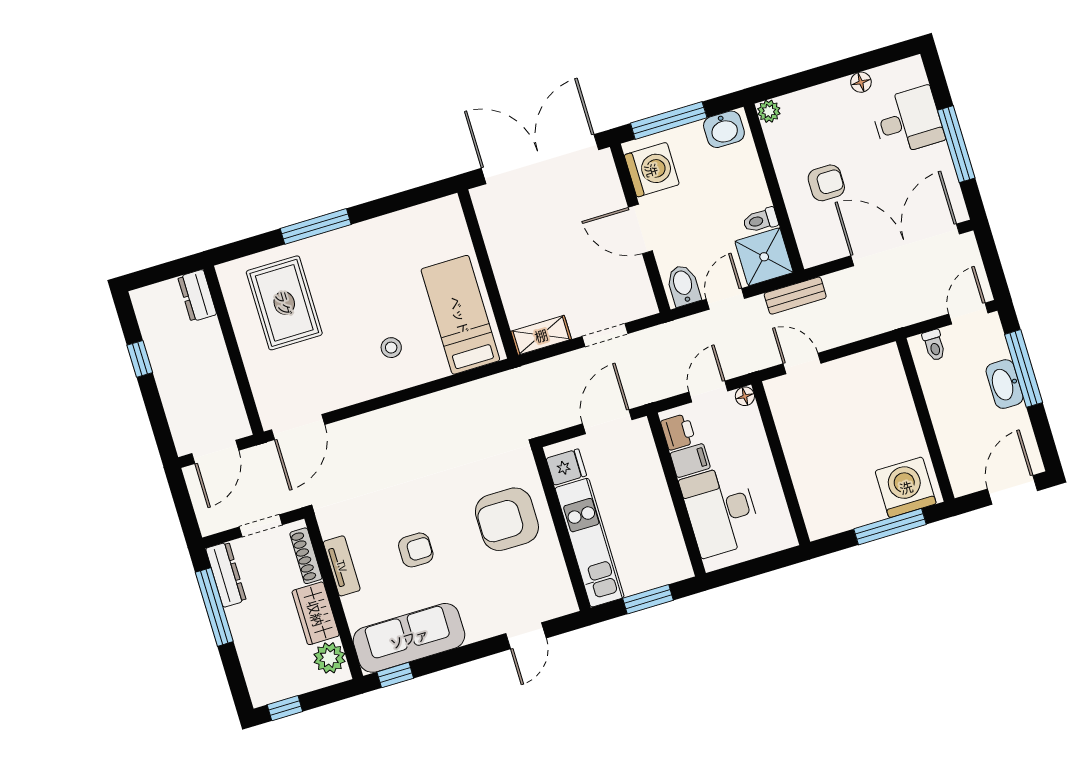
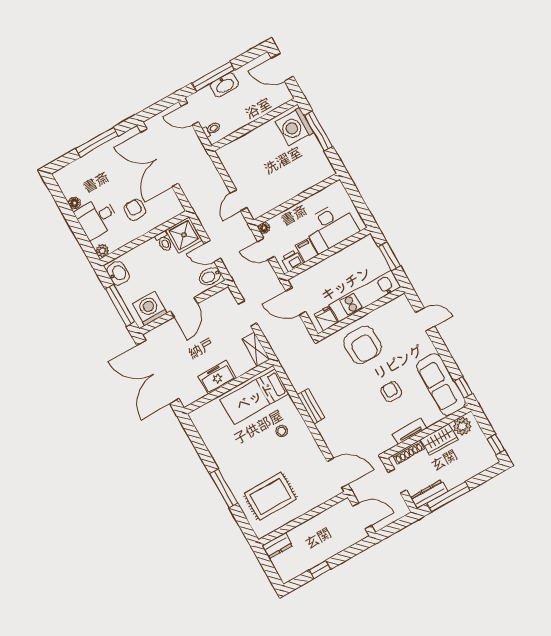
desk: (908, 121) -> (97, 218), moved, turned -90
freezer: (508, 258) -> (217, 377), added
bench: (795, 296) -> (311, 406), moved

